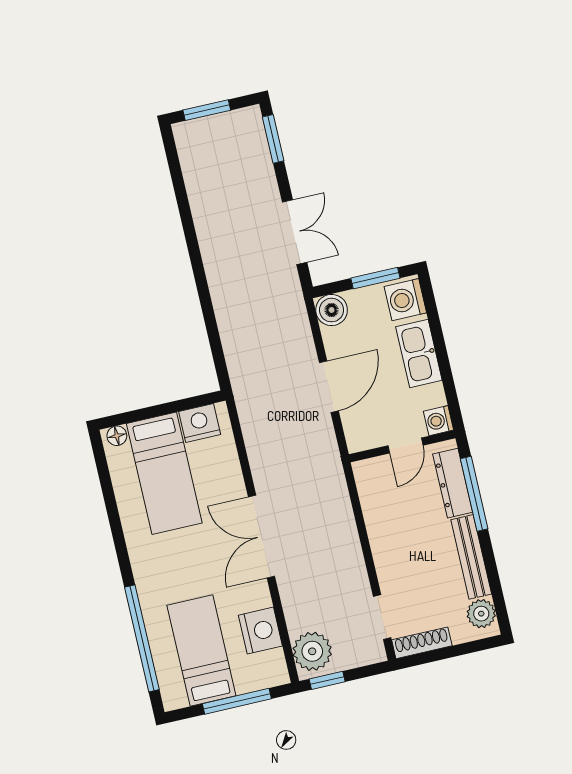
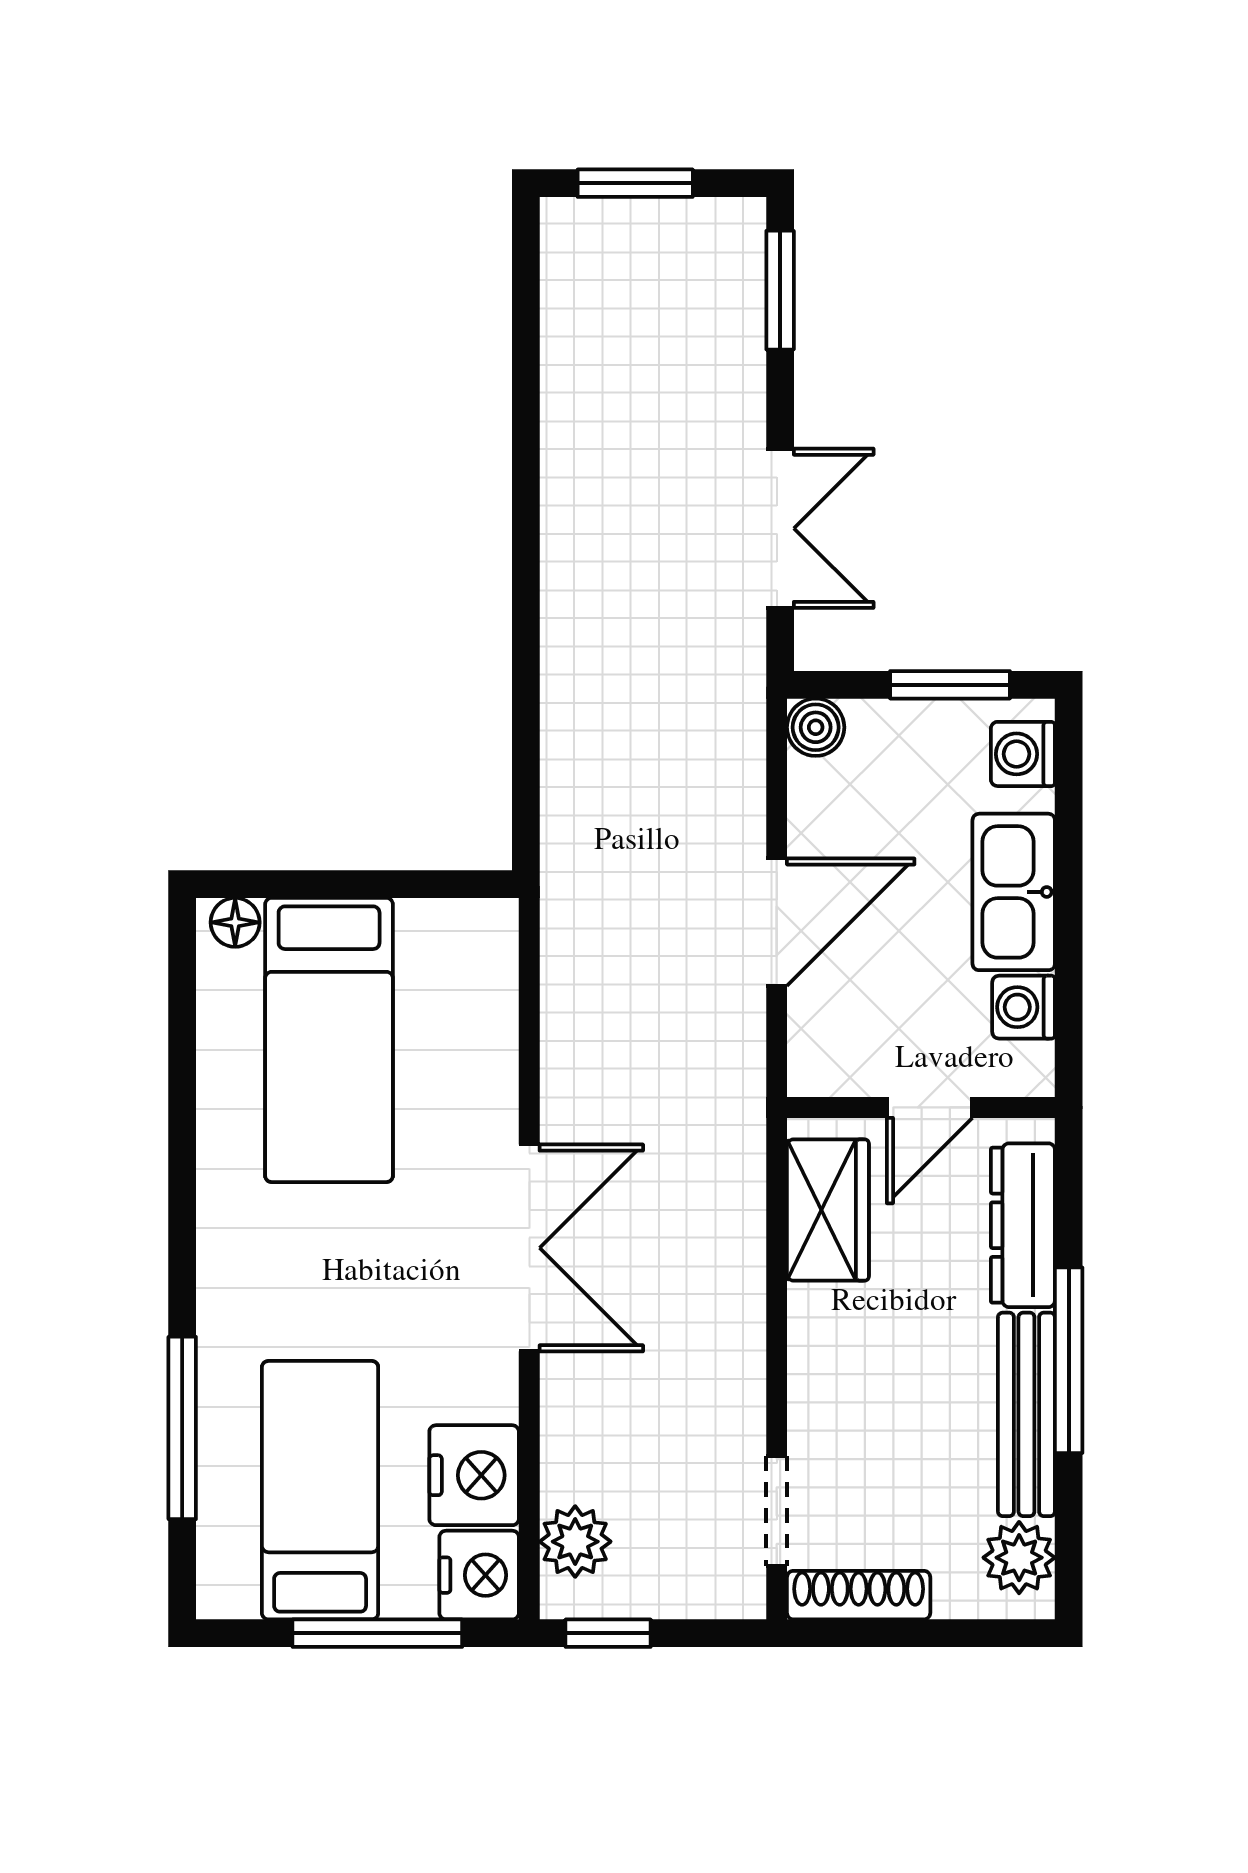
washing machine: (405, 300) -> (1023, 754), width x0.73, depth x0.73
boiler: (332, 310) -> (816, 727), width x0.73, depth x0.73
washing machine: (439, 421) -> (1024, 1007), moved
nightstand: (200, 423) -> (479, 1575), moved, turned 90
window: (474, 494) -> (1069, 1360), moved
wardrobe: (375, 495) -> (828, 1210), added
double door: (261, 537) -> (529, 1248), swing flipped
window: (142, 638) -> (182, 1428), width x0.68
plant: (312, 651) -> (575, 1542), width x0.73, depth x0.73

